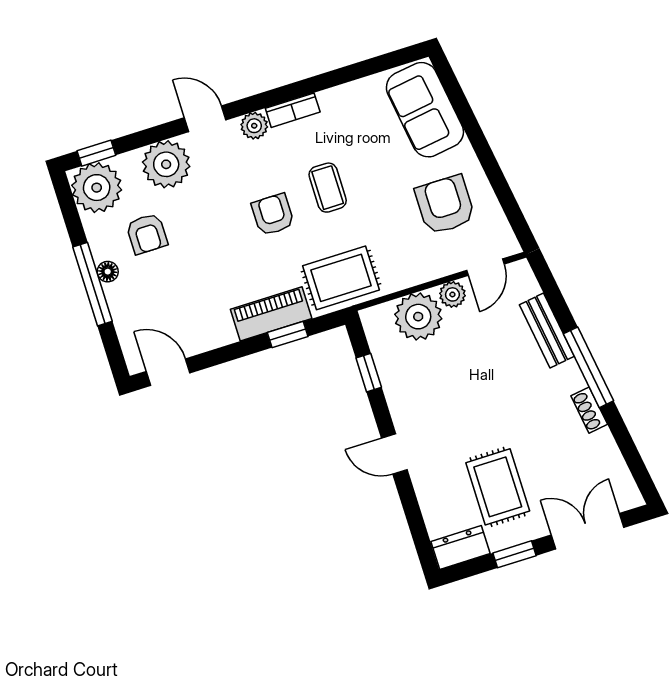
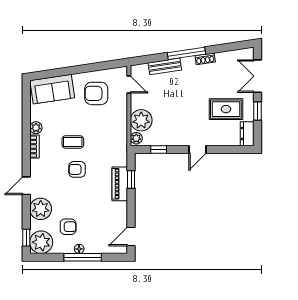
plant: (254, 126) -> (36, 128), moved
rug: (341, 278) -> (114, 149), removed
plant: (452, 294) -> (136, 138), moved

